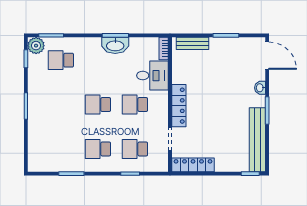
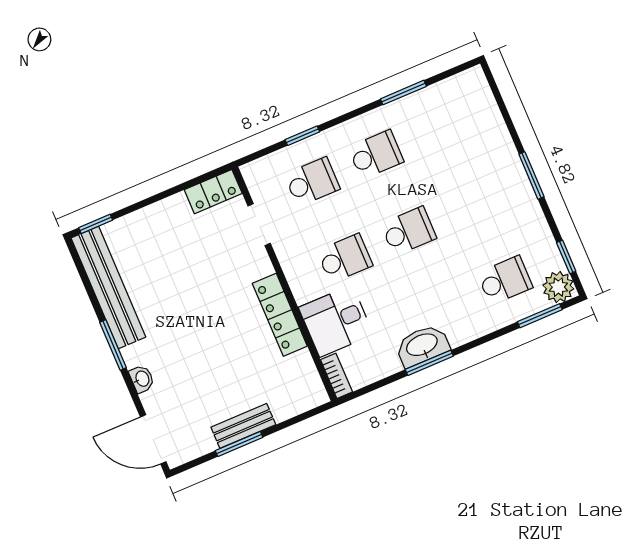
bench: (192, 43) -> (243, 426), moved
locker: (179, 106) -> (280, 315), moved
locker: (193, 165) -> (213, 192), width x0.66

